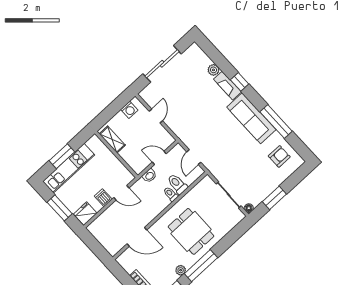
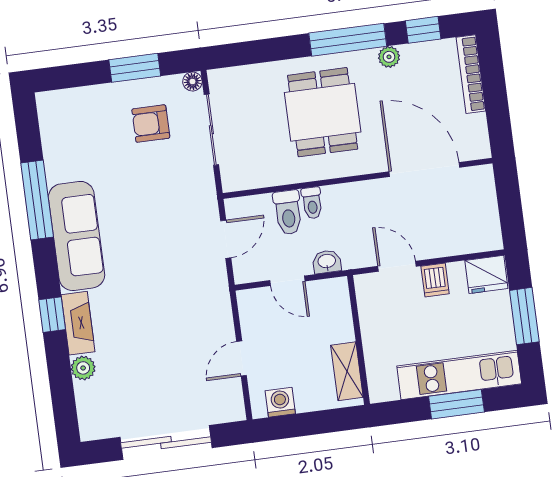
armchair: (279, 156) -> (151, 124), moved
door: (137, 237) -> (424, 169), width x1.36

